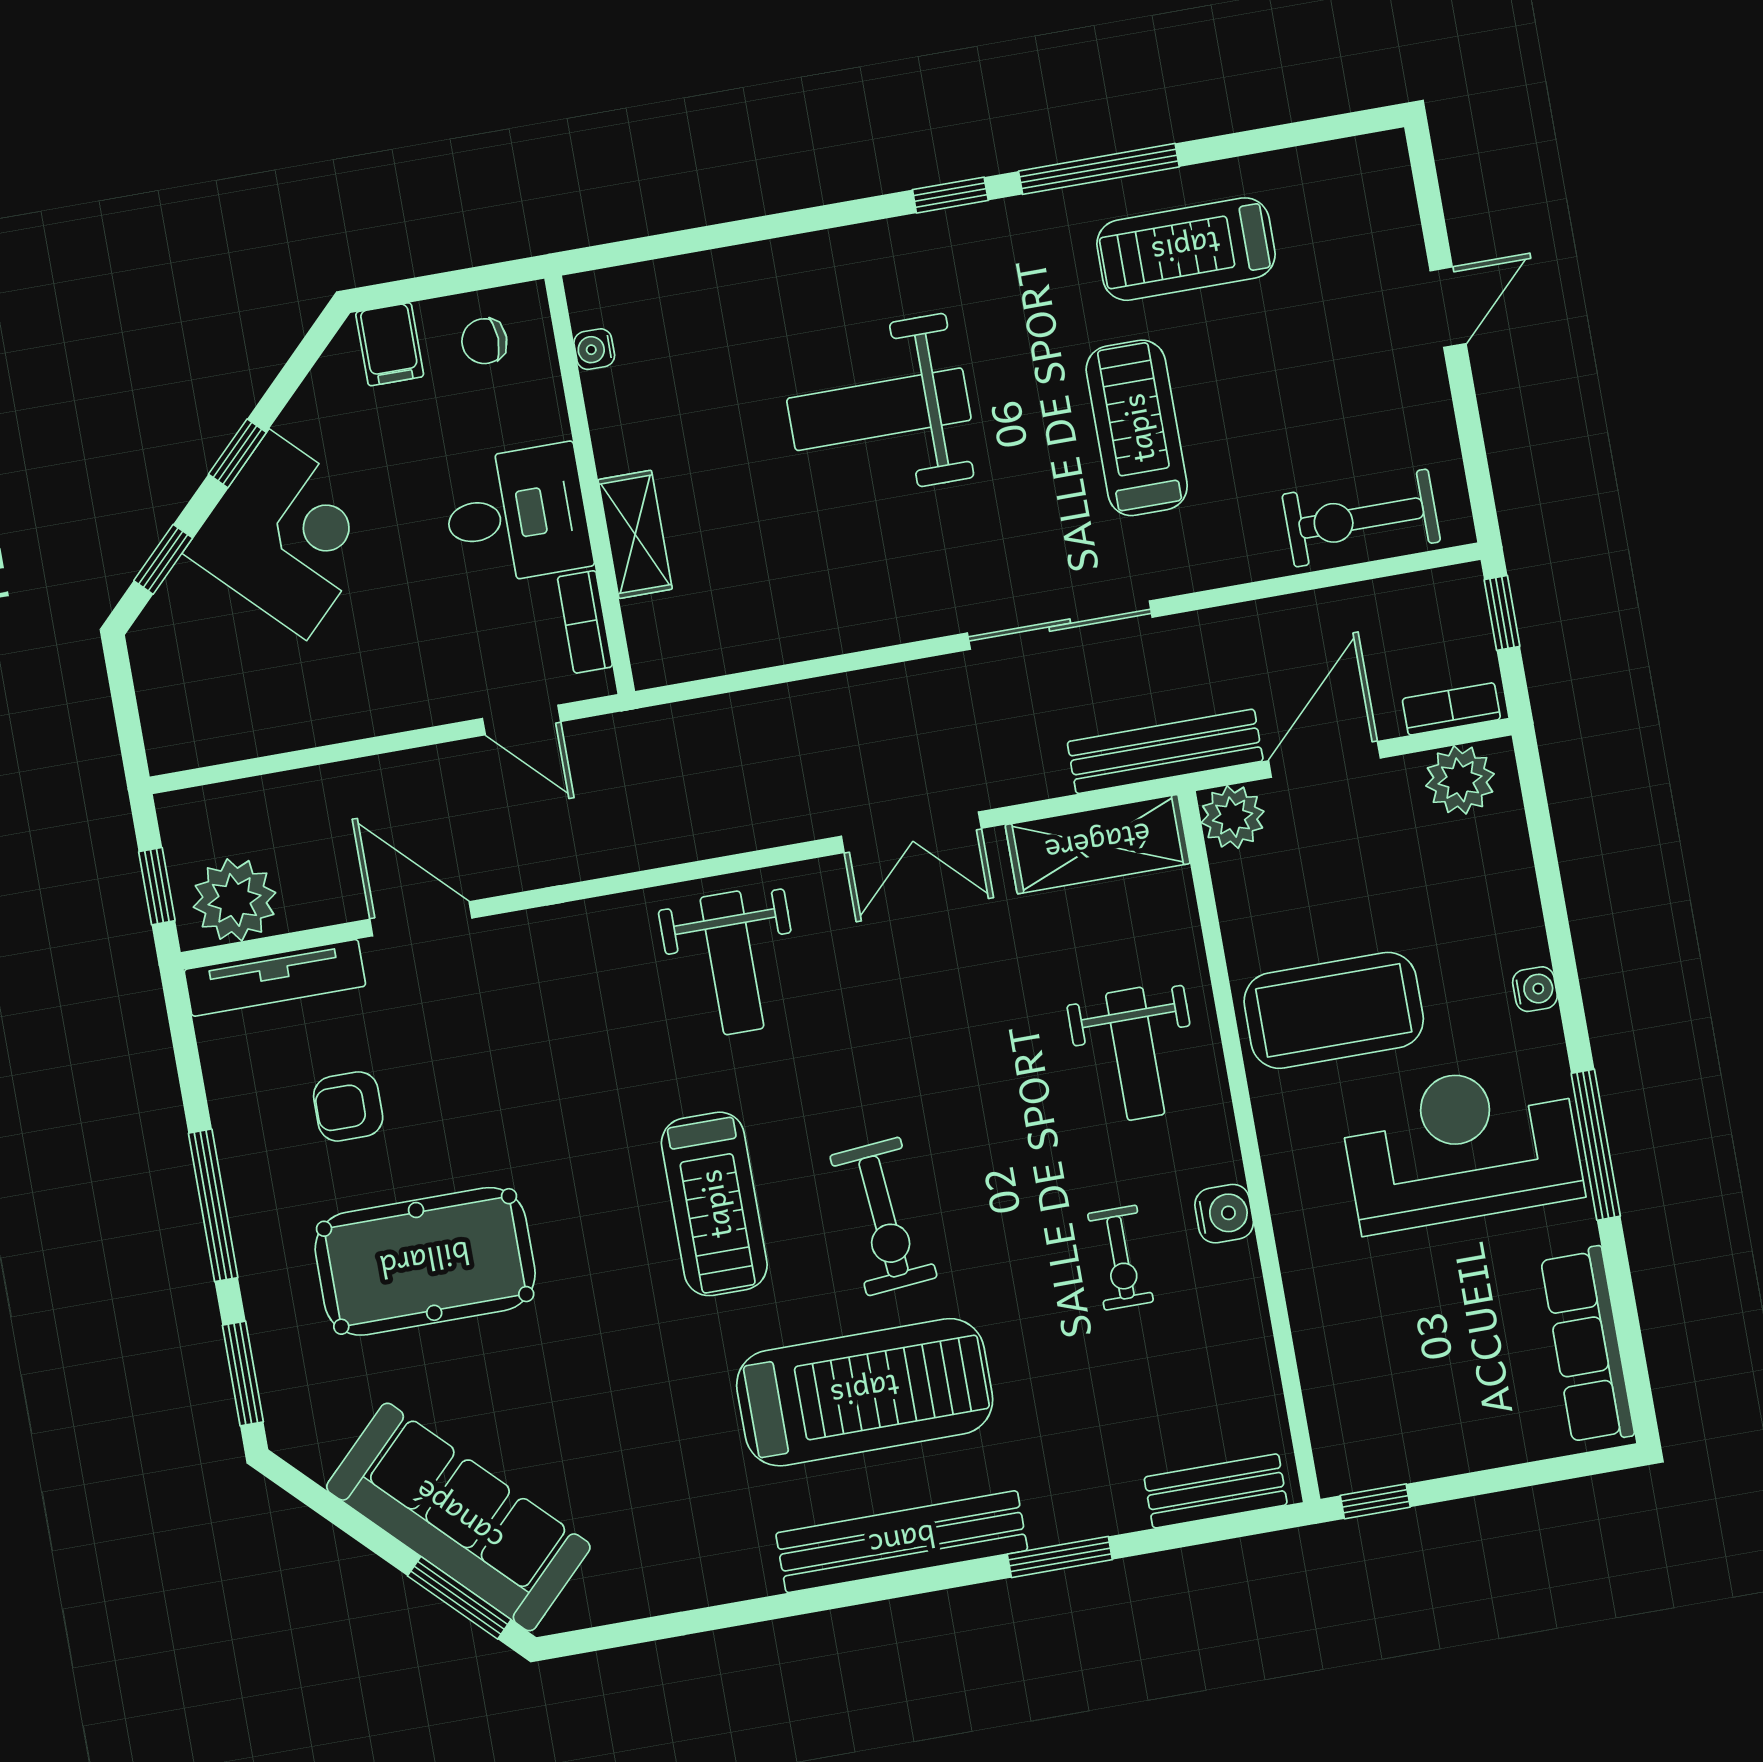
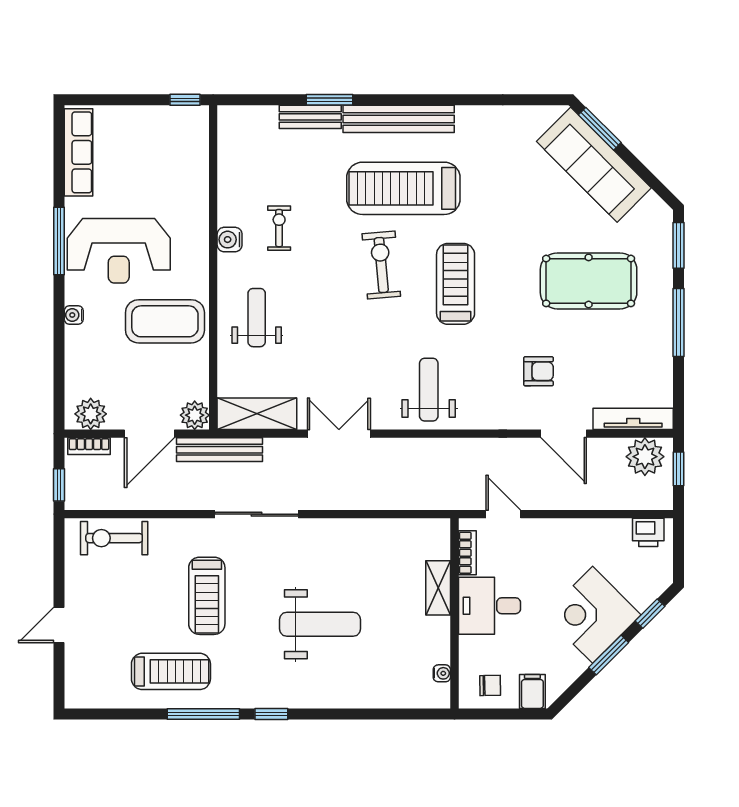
window: (237, 453) -> (609, 655), width x1.50
exercise bike: (1361, 518) -> (114, 538), turned 180
printer: (198, 736) -> (648, 532), added
armchair: (348, 1106) -> (539, 371), moved
bench: (1216, 1491) -> (310, 117), moved

